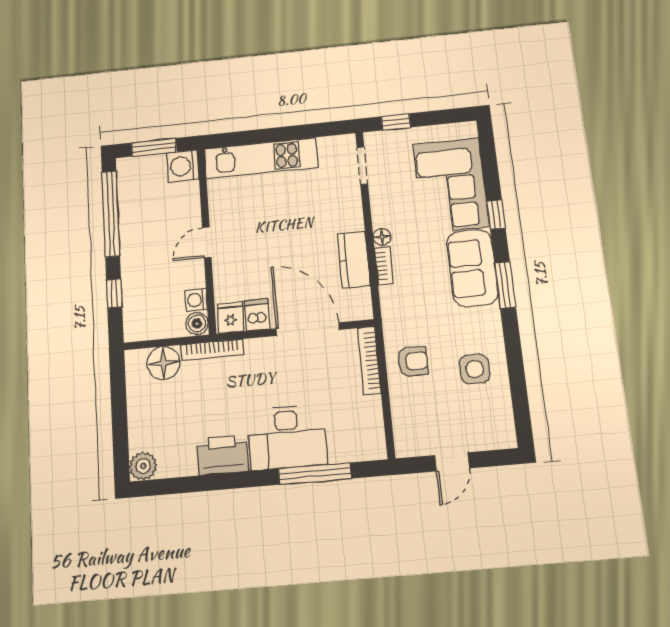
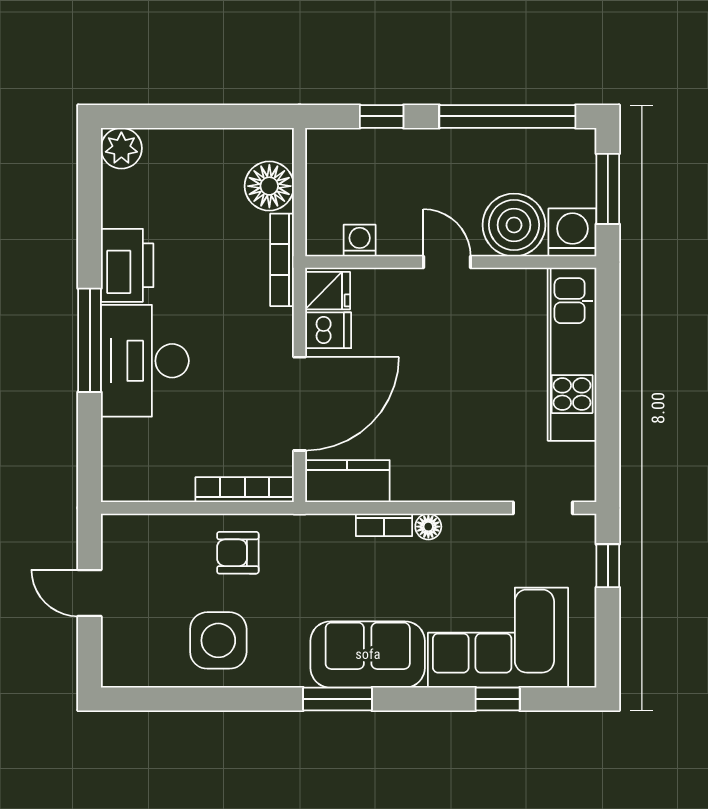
window: (496, 215) -> (498, 699), moved
kitchen counter: (354, 260) -> (347, 481), moved
boiler: (197, 323) -> (514, 225), moved, width x1.86, depth x1.86
armchair: (413, 361) -> (238, 553), turned 90
side table: (475, 369) -> (218, 640), width x1.37, depth x1.37
window: (315, 474) -> (90, 340), moved

